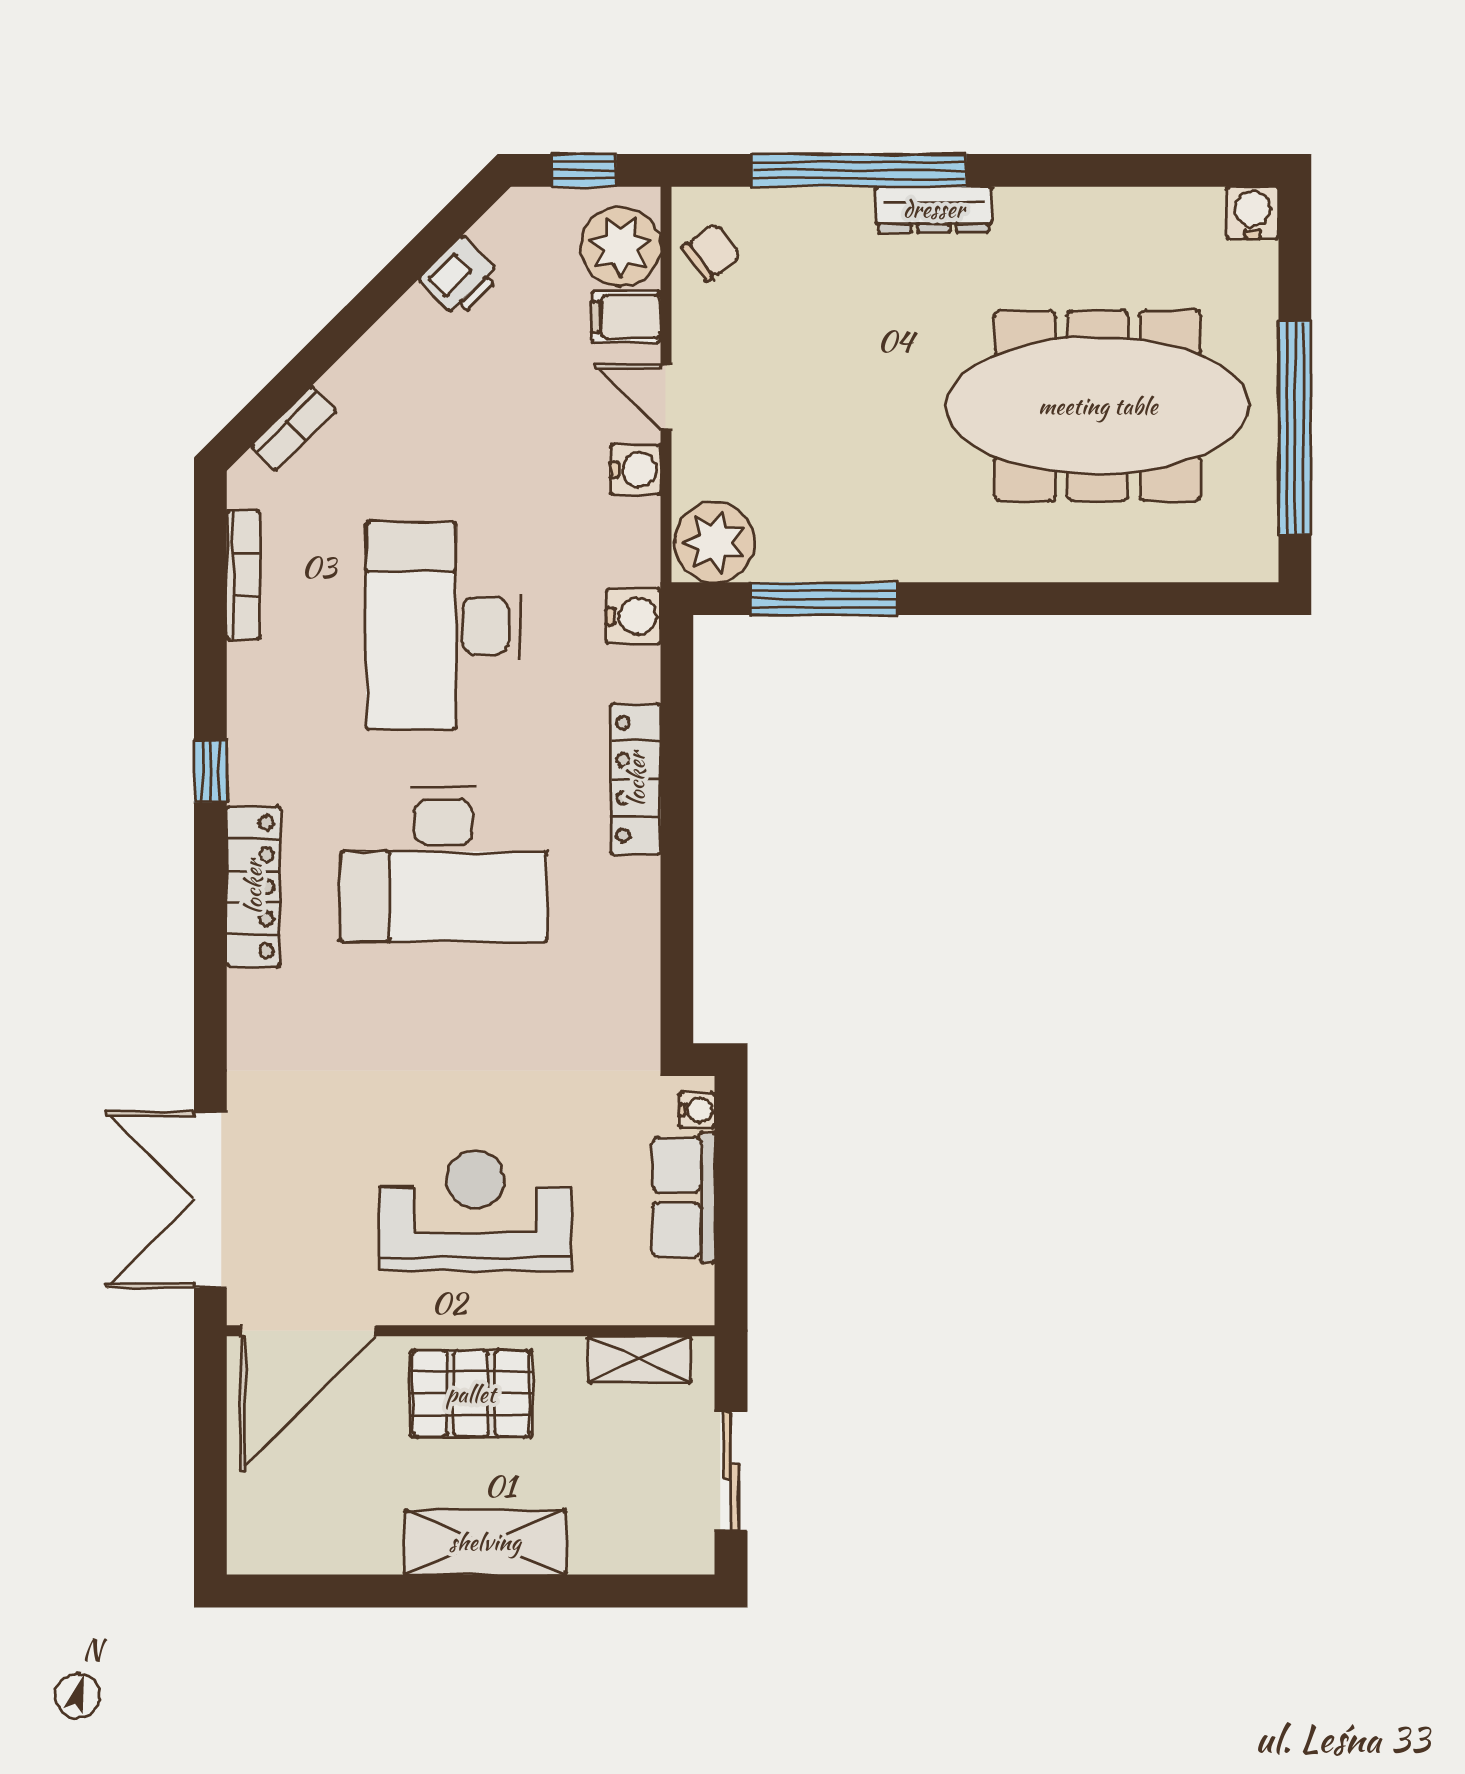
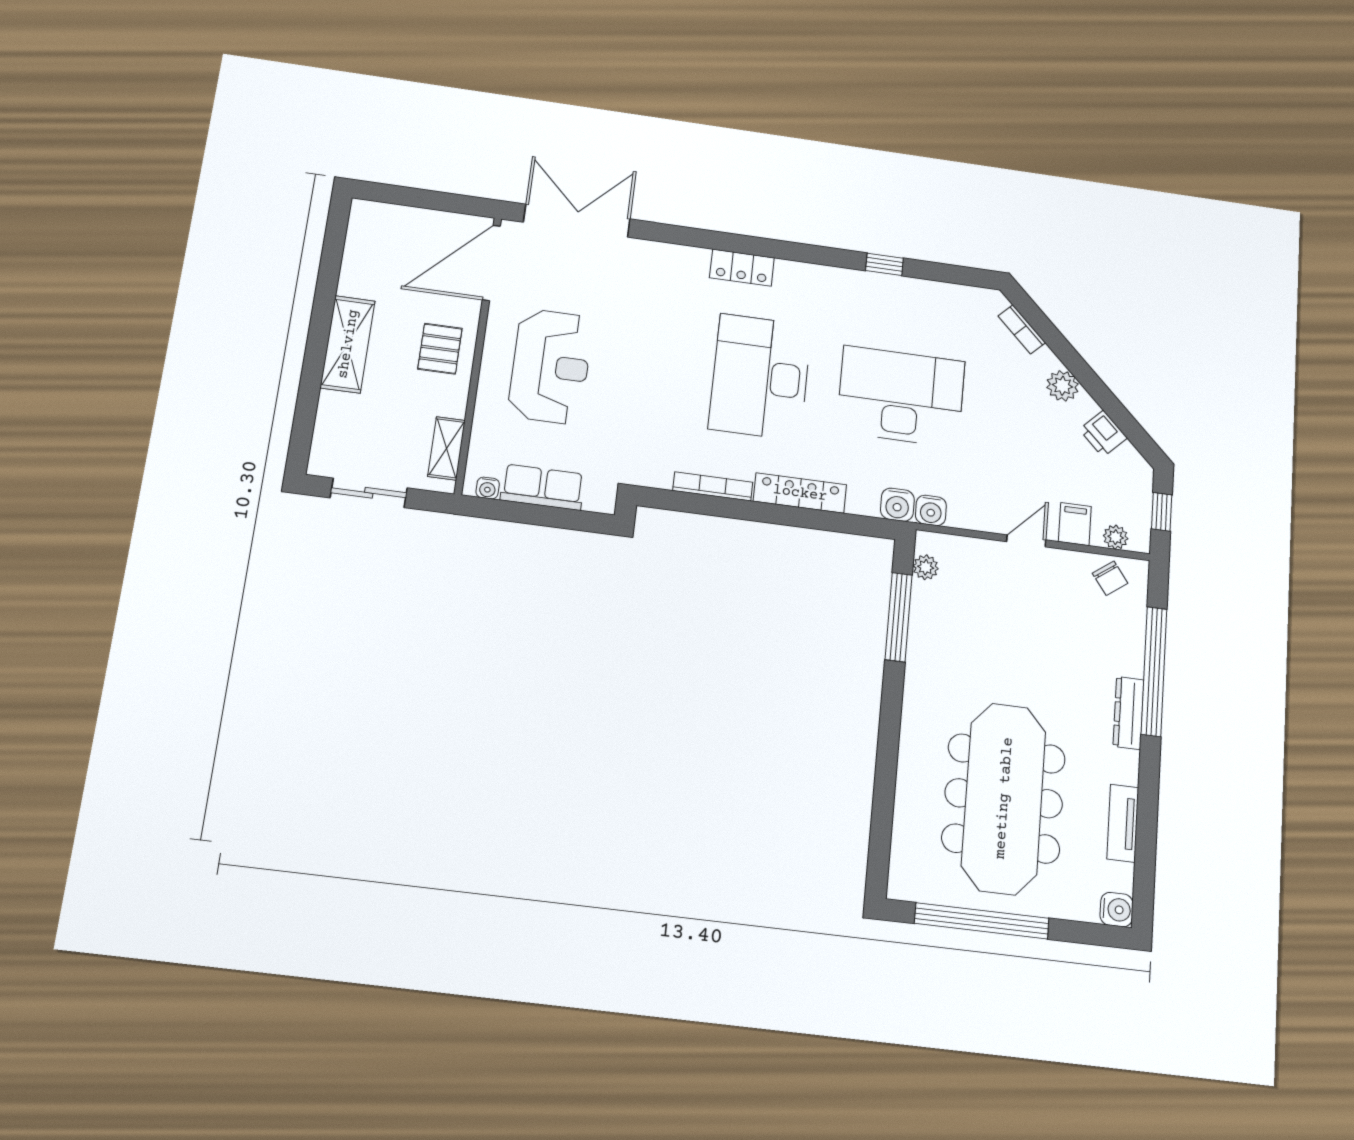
tv unit: (1114, 210) -> (1123, 823), added
plant: (620, 247) -> (1116, 537), width x0.53, depth x0.53
plant: (385, 352) -> (1063, 386), added
water cooler: (635, 470) -> (931, 510), moved
plant: (715, 542) -> (926, 567), width x0.53, depth x0.53
bookcase: (243, 575) -> (713, 486), moved, turned 180
window: (210, 771) -> (884, 264), moved
locker: (253, 887) -> (742, 268), width x0.66
water cooler: (697, 1110) -> (488, 488), moved
door: (308, 1331) -> (491, 263), hinge flipped
pallet: (471, 1394) -> (440, 349), width x0.67, depth x0.71

